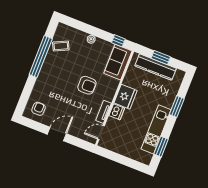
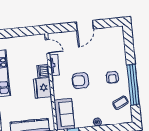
armchair: (39, 109) -> (112, 77), moved
door: (101, 132) -> (48, 46), hinge flipped

